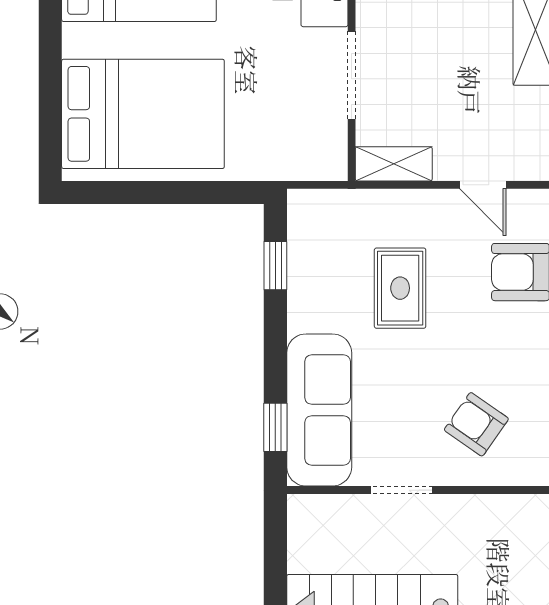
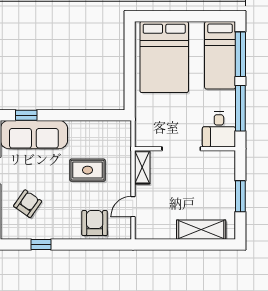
window: (275, 266) -> (97, 115), removed

